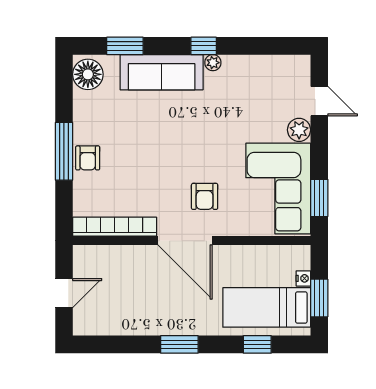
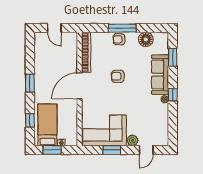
floor lamp: (88, 74) -> (146, 39), moved
armchair: (205, 196) -> (118, 76), moved
window: (319, 198) -> (112, 150), moved

